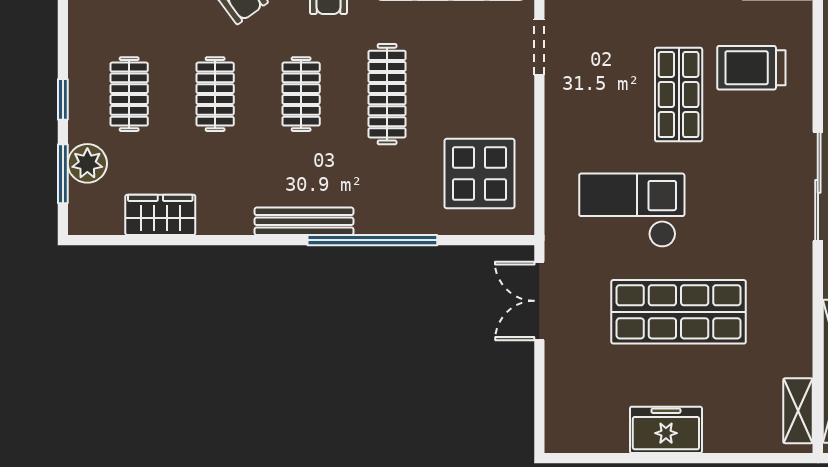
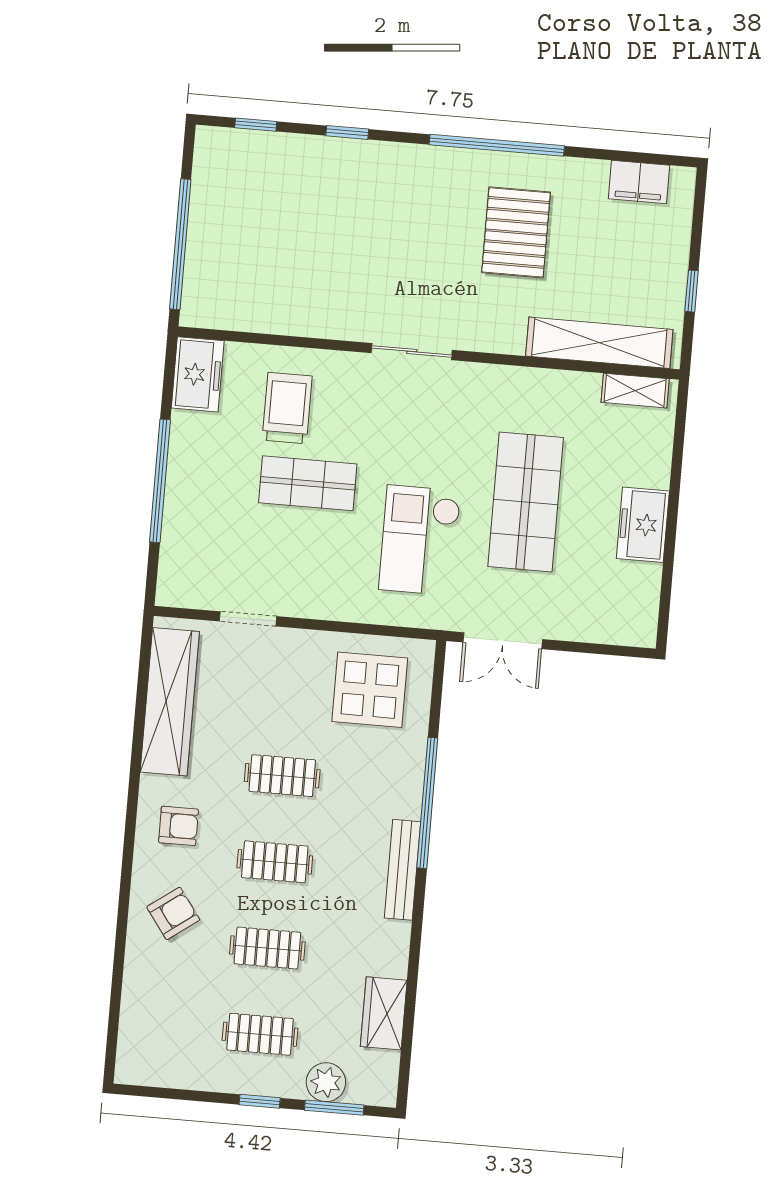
trolley: (751, 68) -> (287, 408), turned 180
clothes rail: (387, 94) -> (282, 776), width x0.73
sliding door: (818, 186) -> (412, 352), width x0.73

